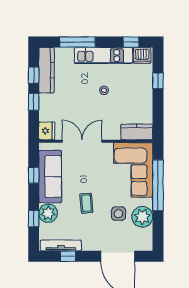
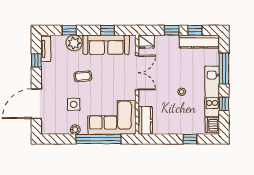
window: (131, 42) -> (224, 104), moved
plant: (142, 217) -> (75, 130), width x0.53, depth x0.53
tv unit: (61, 245) -> (46, 49), width x0.71

